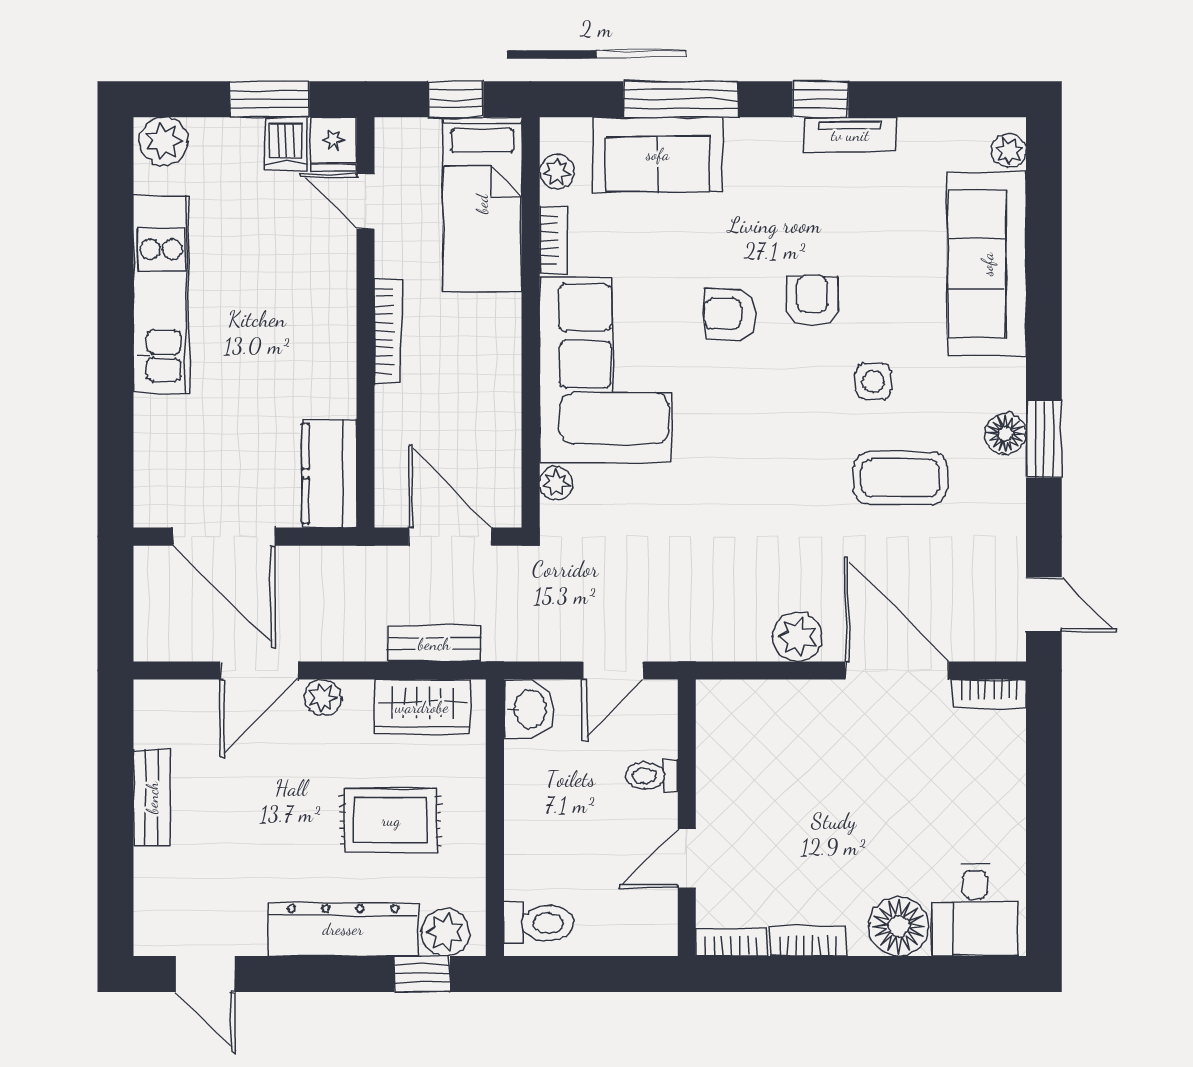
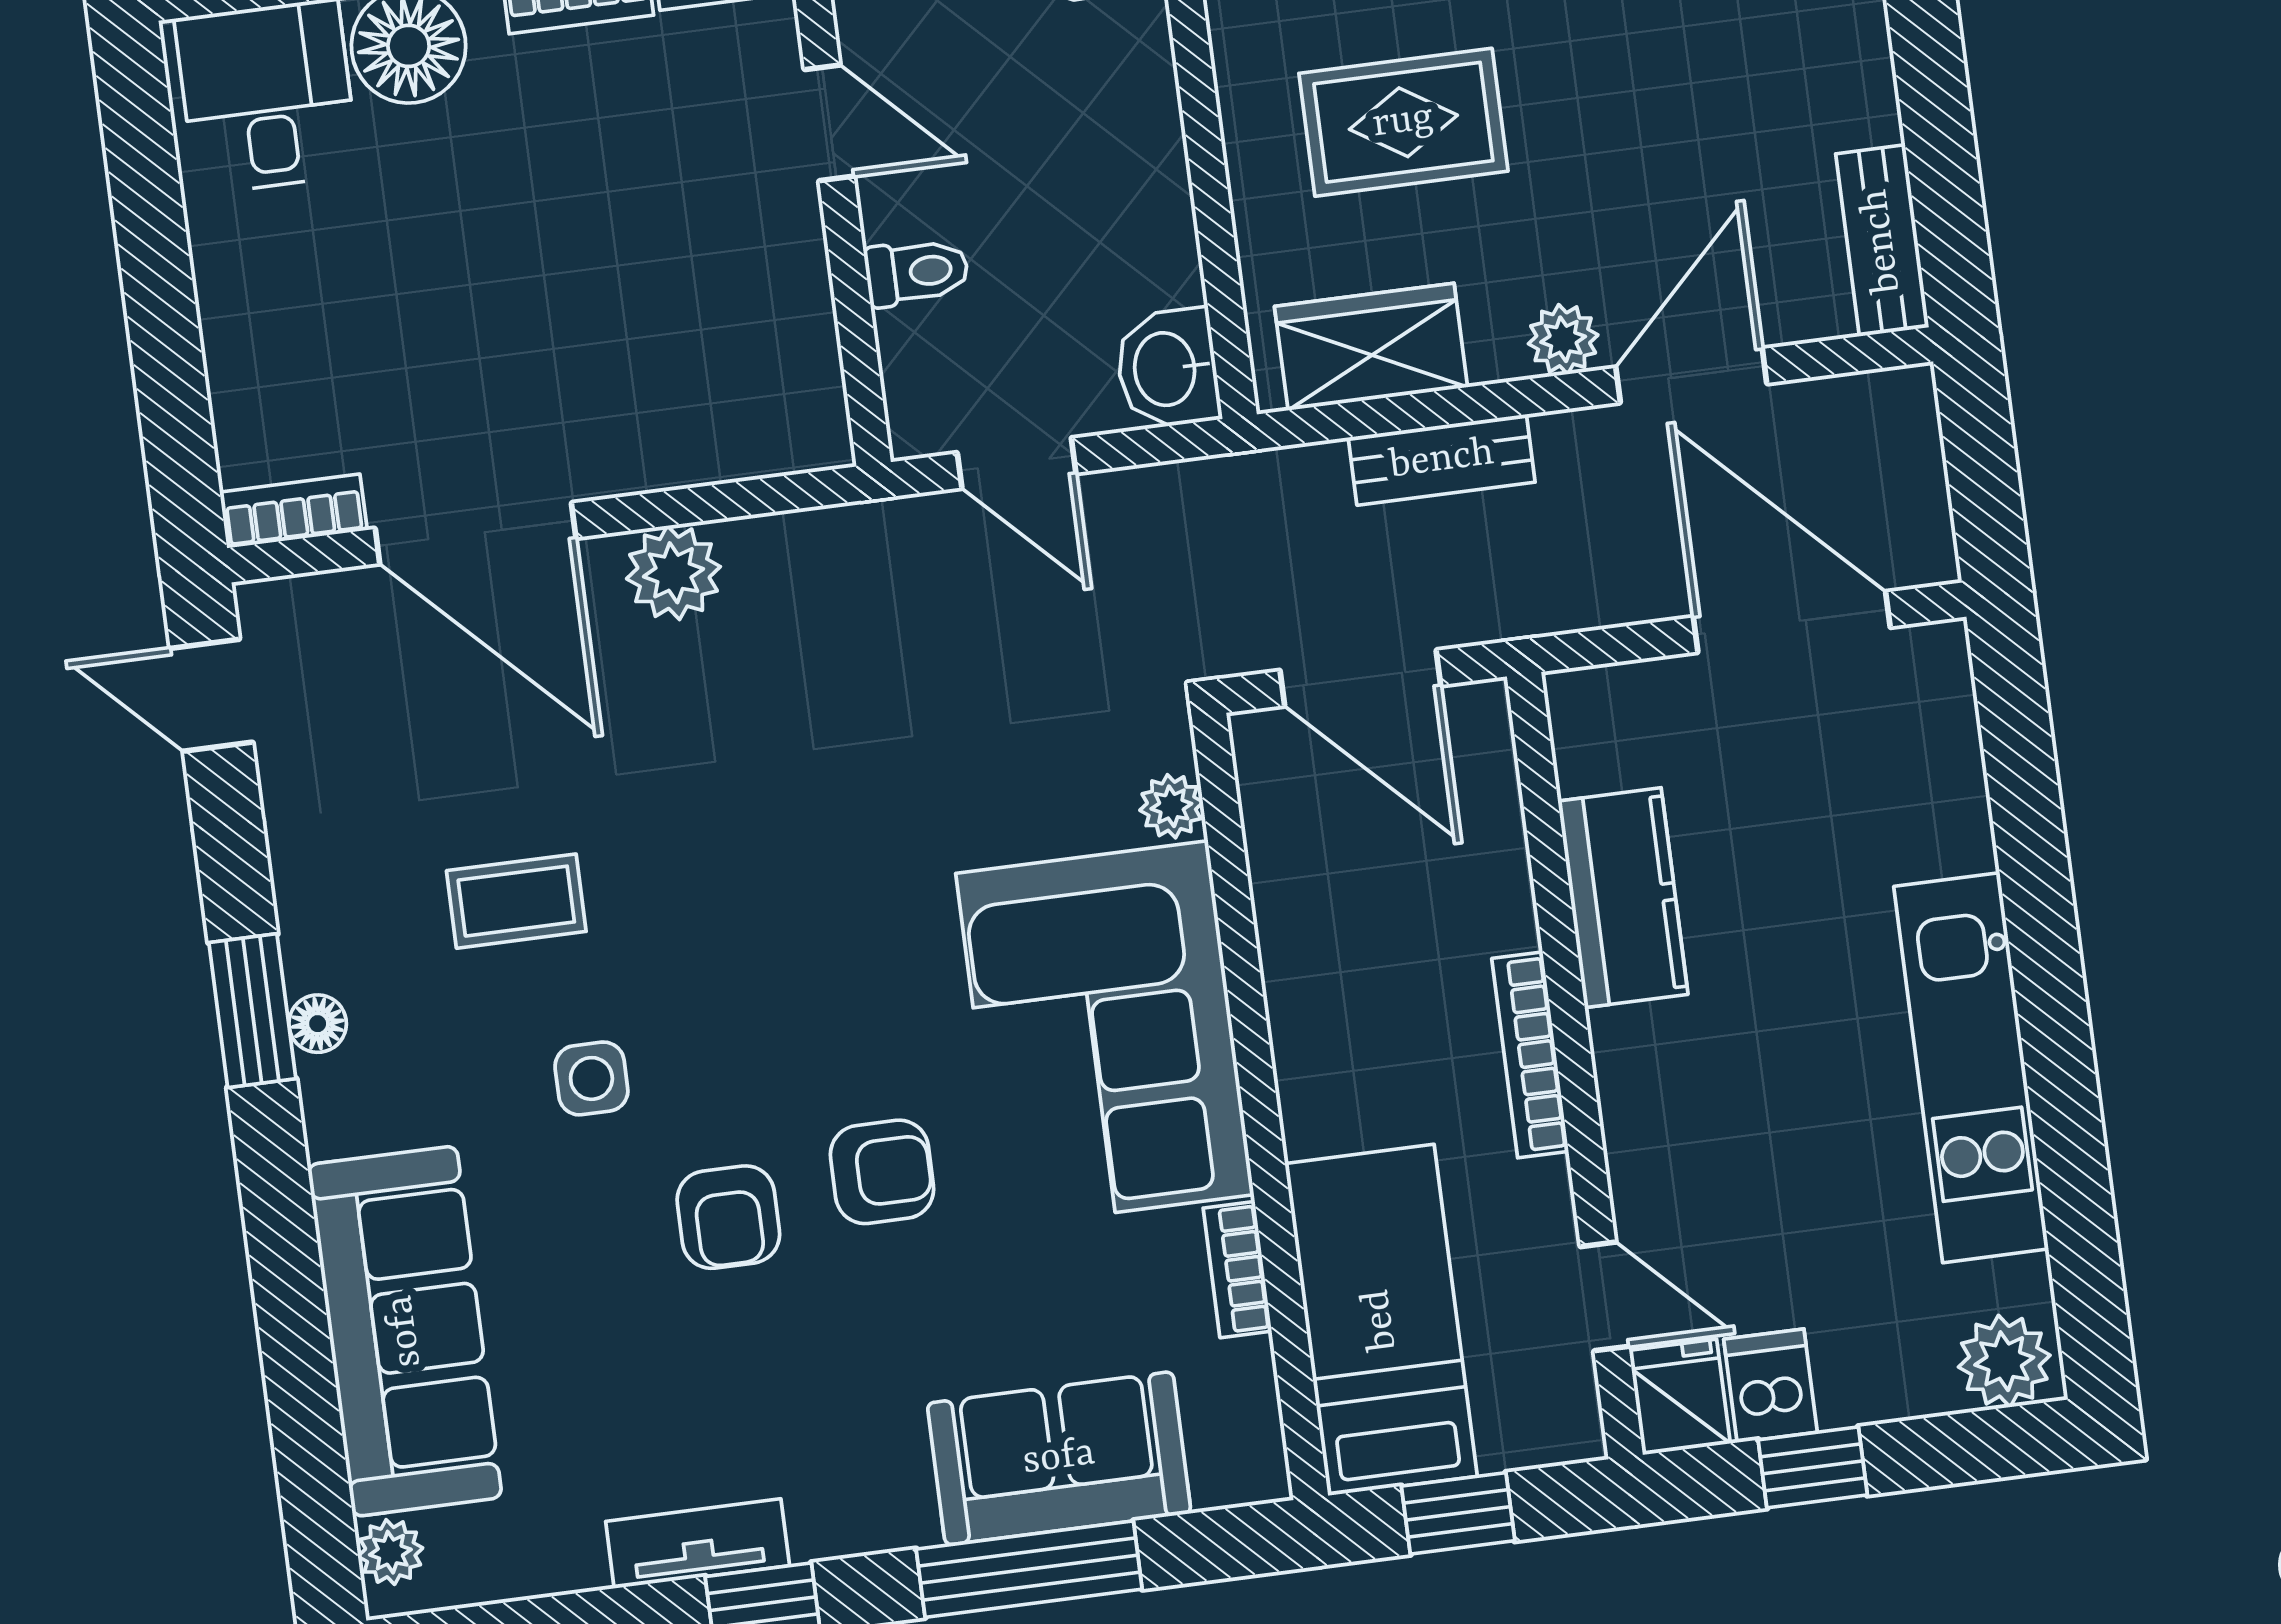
window: (270, 99) -> (1813, 1467), width x0.67
plant: (557, 171) -> (1247, 1401), removed
floor lamp: (1006, 434) -> (318, 1024), width x0.73, depth x0.73
kitchen counter: (329, 473) -> (1623, 898), moved
coffee table: (900, 478) -> (516, 901), width x0.73, depth x0.77
bench: (434, 644) -> (1442, 460), moved
door: (613, 670) -> (1017, 463), swing flipped
bench: (152, 798) -> (1882, 241), moved
door: (687, 858) -> (829, 123), hinge flipped

